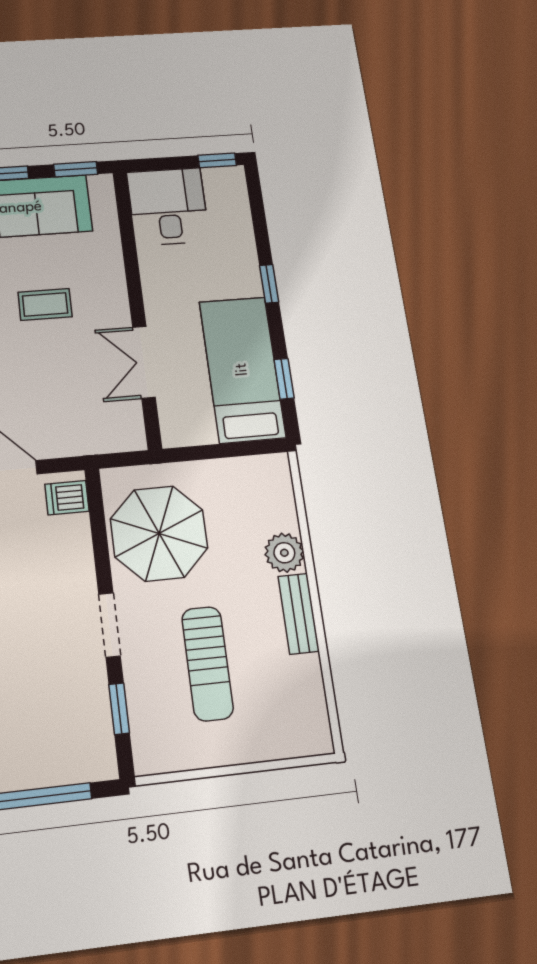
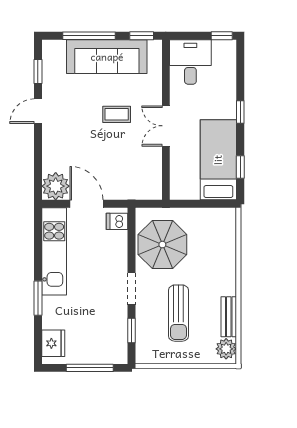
double door: (144, 362) -> (166, 126), moved
plant: (284, 553) -> (226, 349), moved
bench: (299, 614) -> (229, 317), moved

